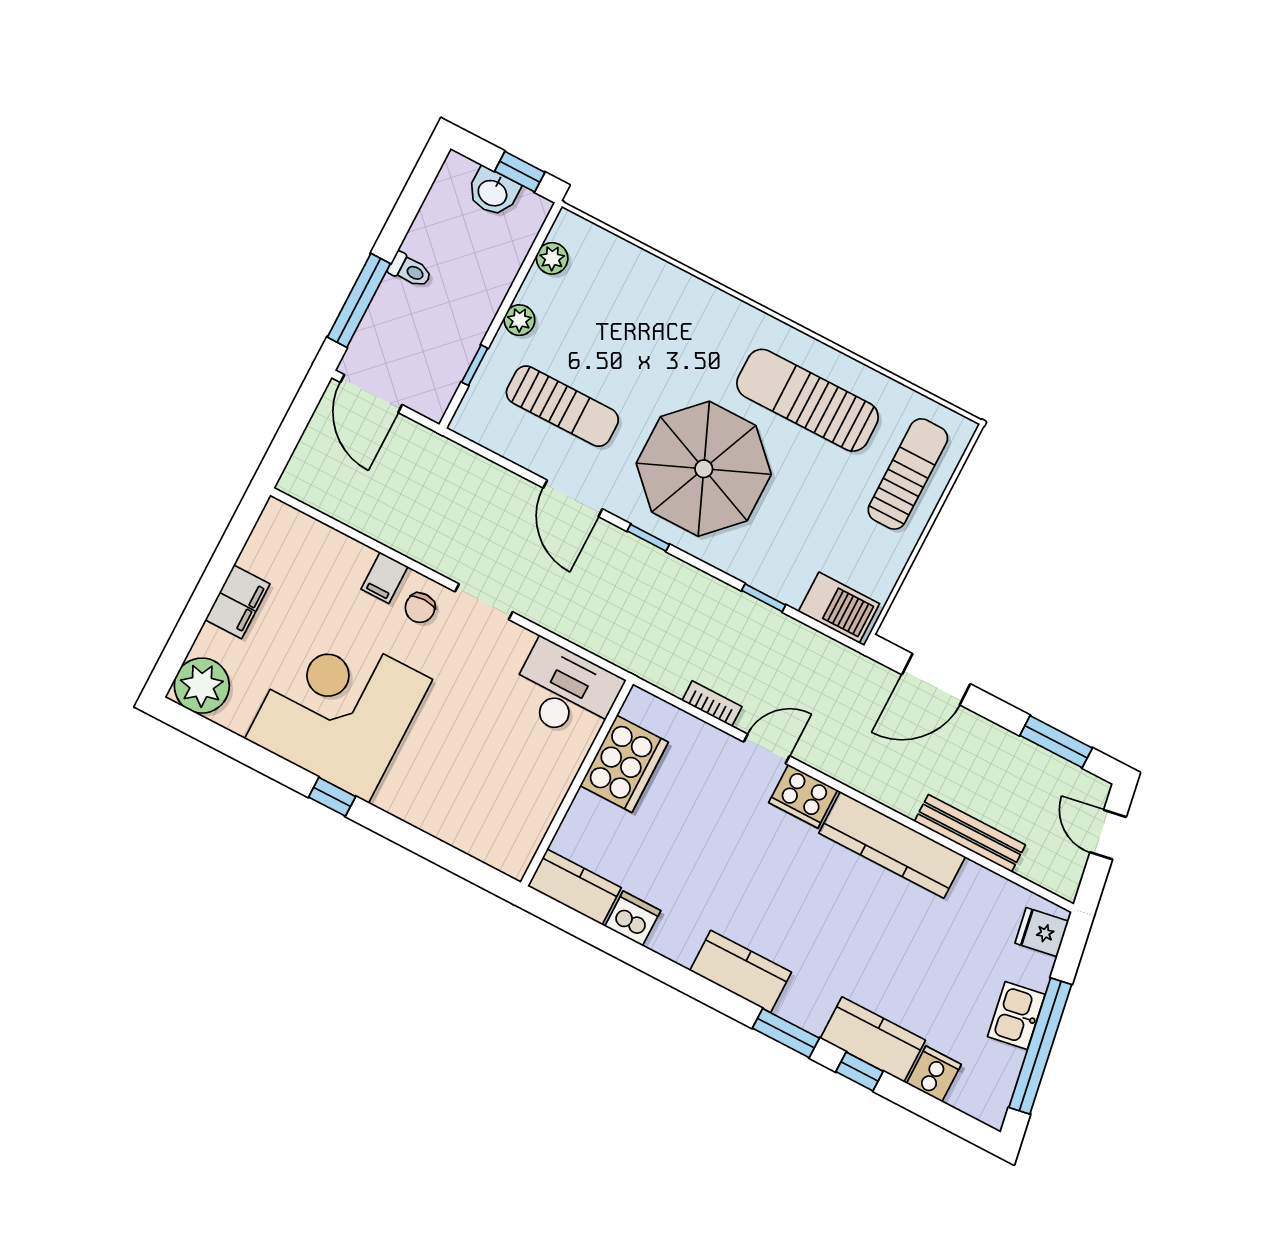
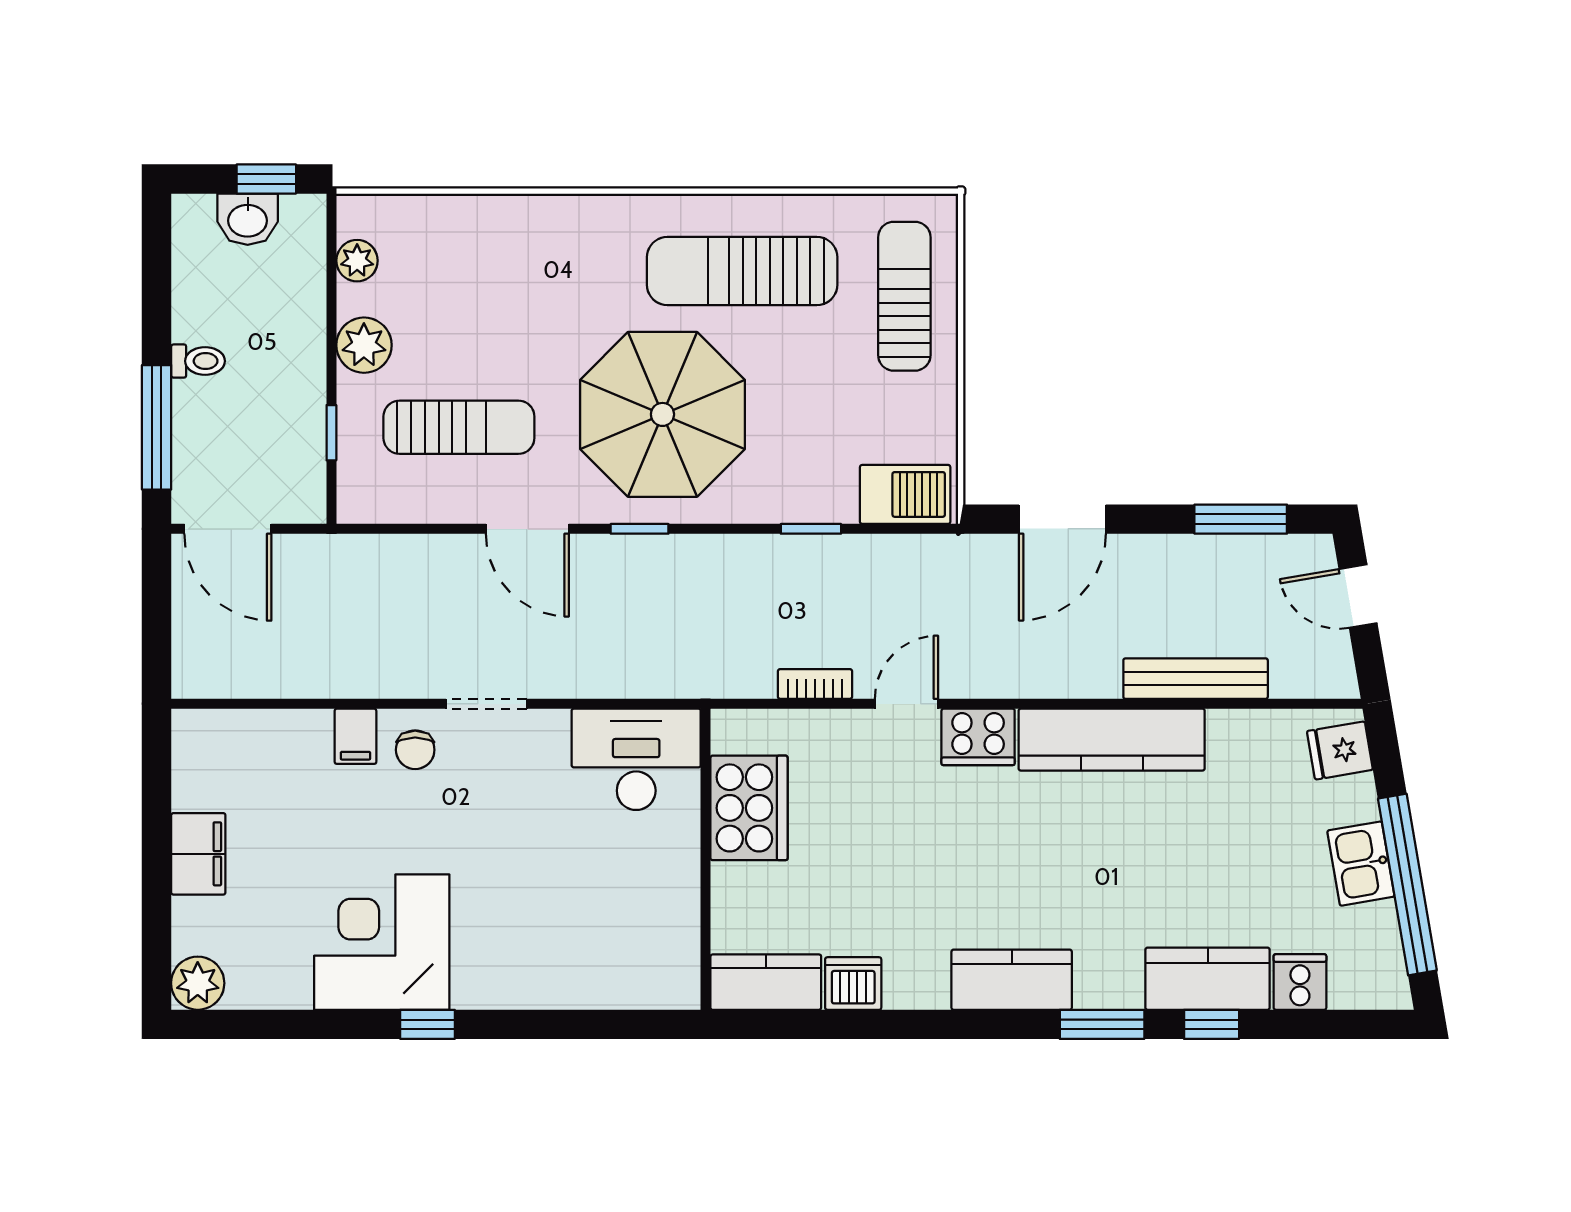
plant: (519, 320) -> (364, 345), width x1.38, depth x1.38
plant: (202, 686) -> (198, 983), width x0.73, depth x0.73
corner desk: (339, 709) -> (382, 942), width x0.74, depth x0.74

